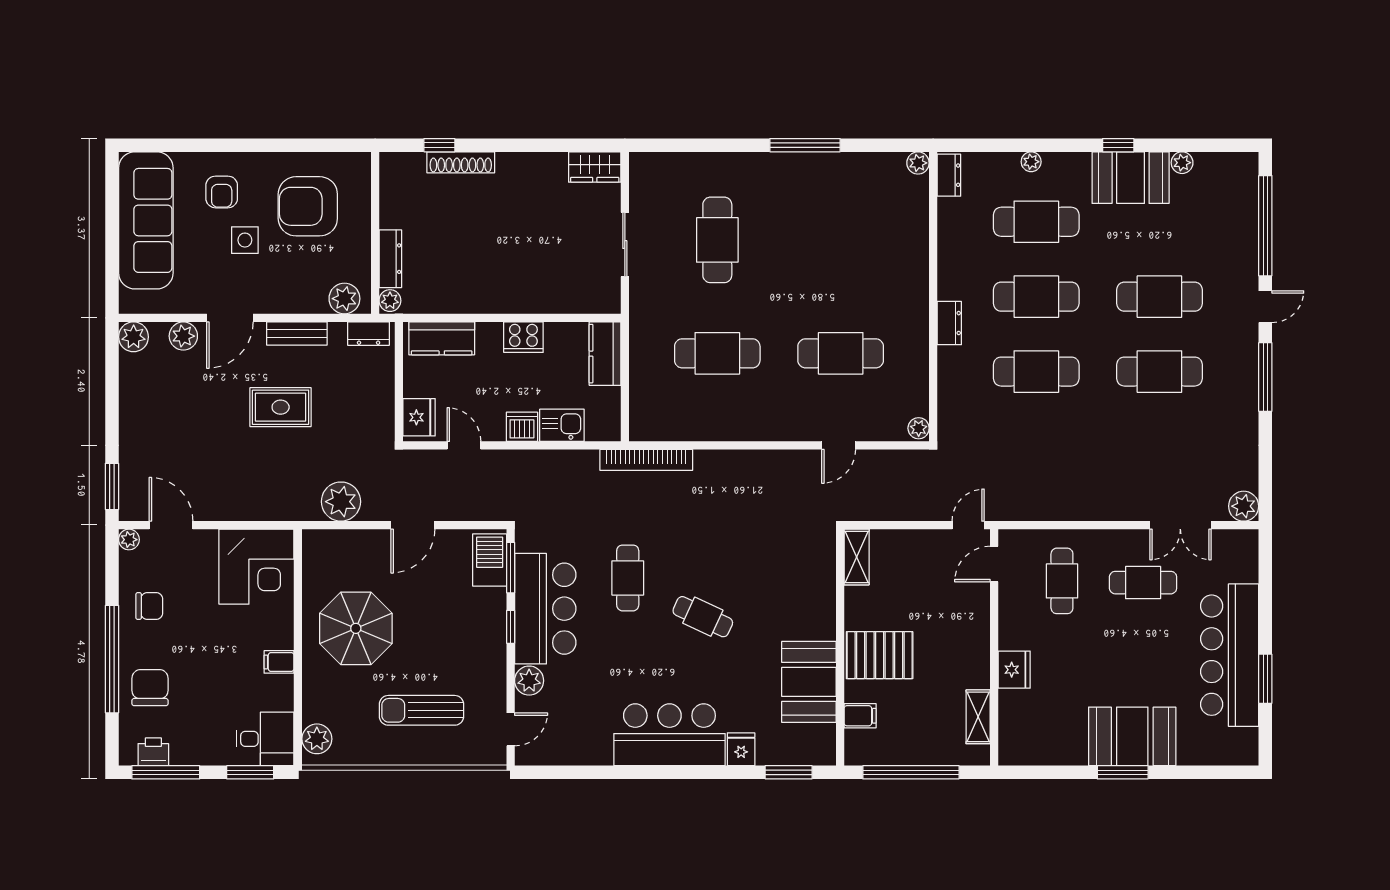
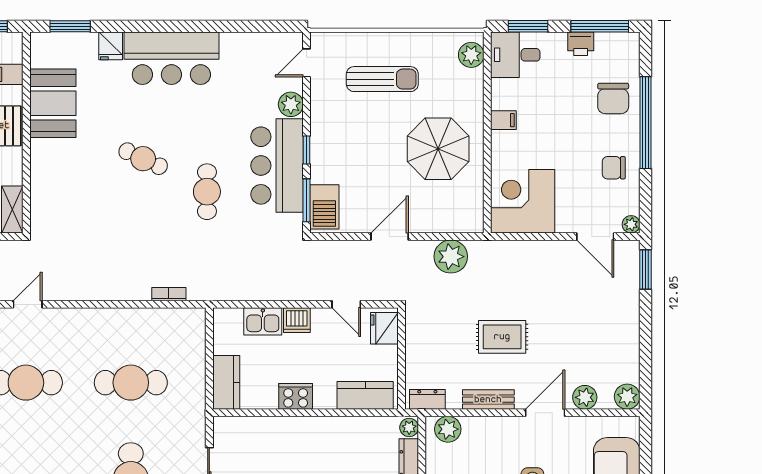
bookcase: (646, 460) -> (169, 294), width x0.43, depth x0.76
printer: (153, 752) -> (581, 44), moved

